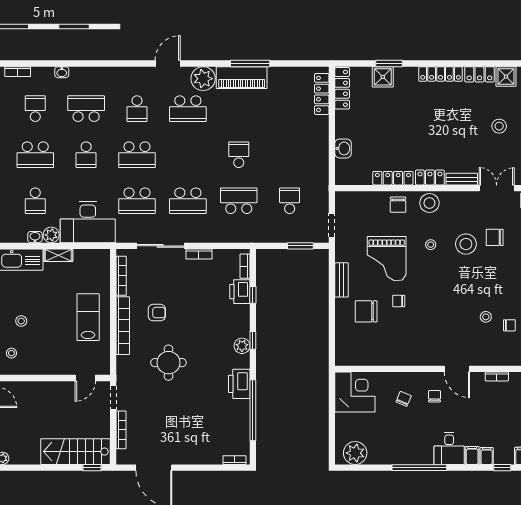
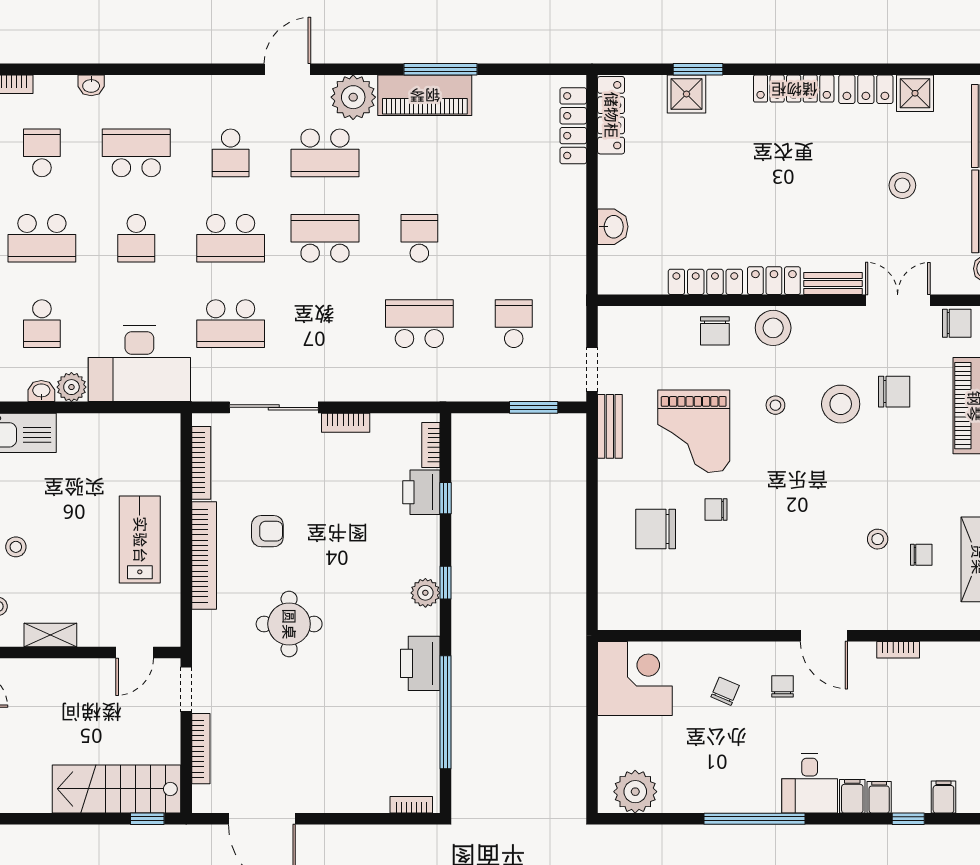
school desk: (188, 201) -> (325, 238), moved, turned 180
chair: (495, 237) -> (894, 392), turned 180
shelving: (58, 255) -> (50, 635), moved
bench: (341, 280) -> (610, 426), moved

